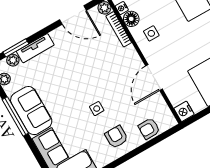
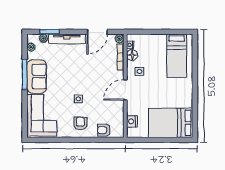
door: (73, 15) -> (97, 32), hinge flipped
tv unit: (35, 48) -> (67, 39), width x1.41
door: (154, 77) -> (125, 90), moved
nightstand: (184, 111) -> (132, 121), moved

